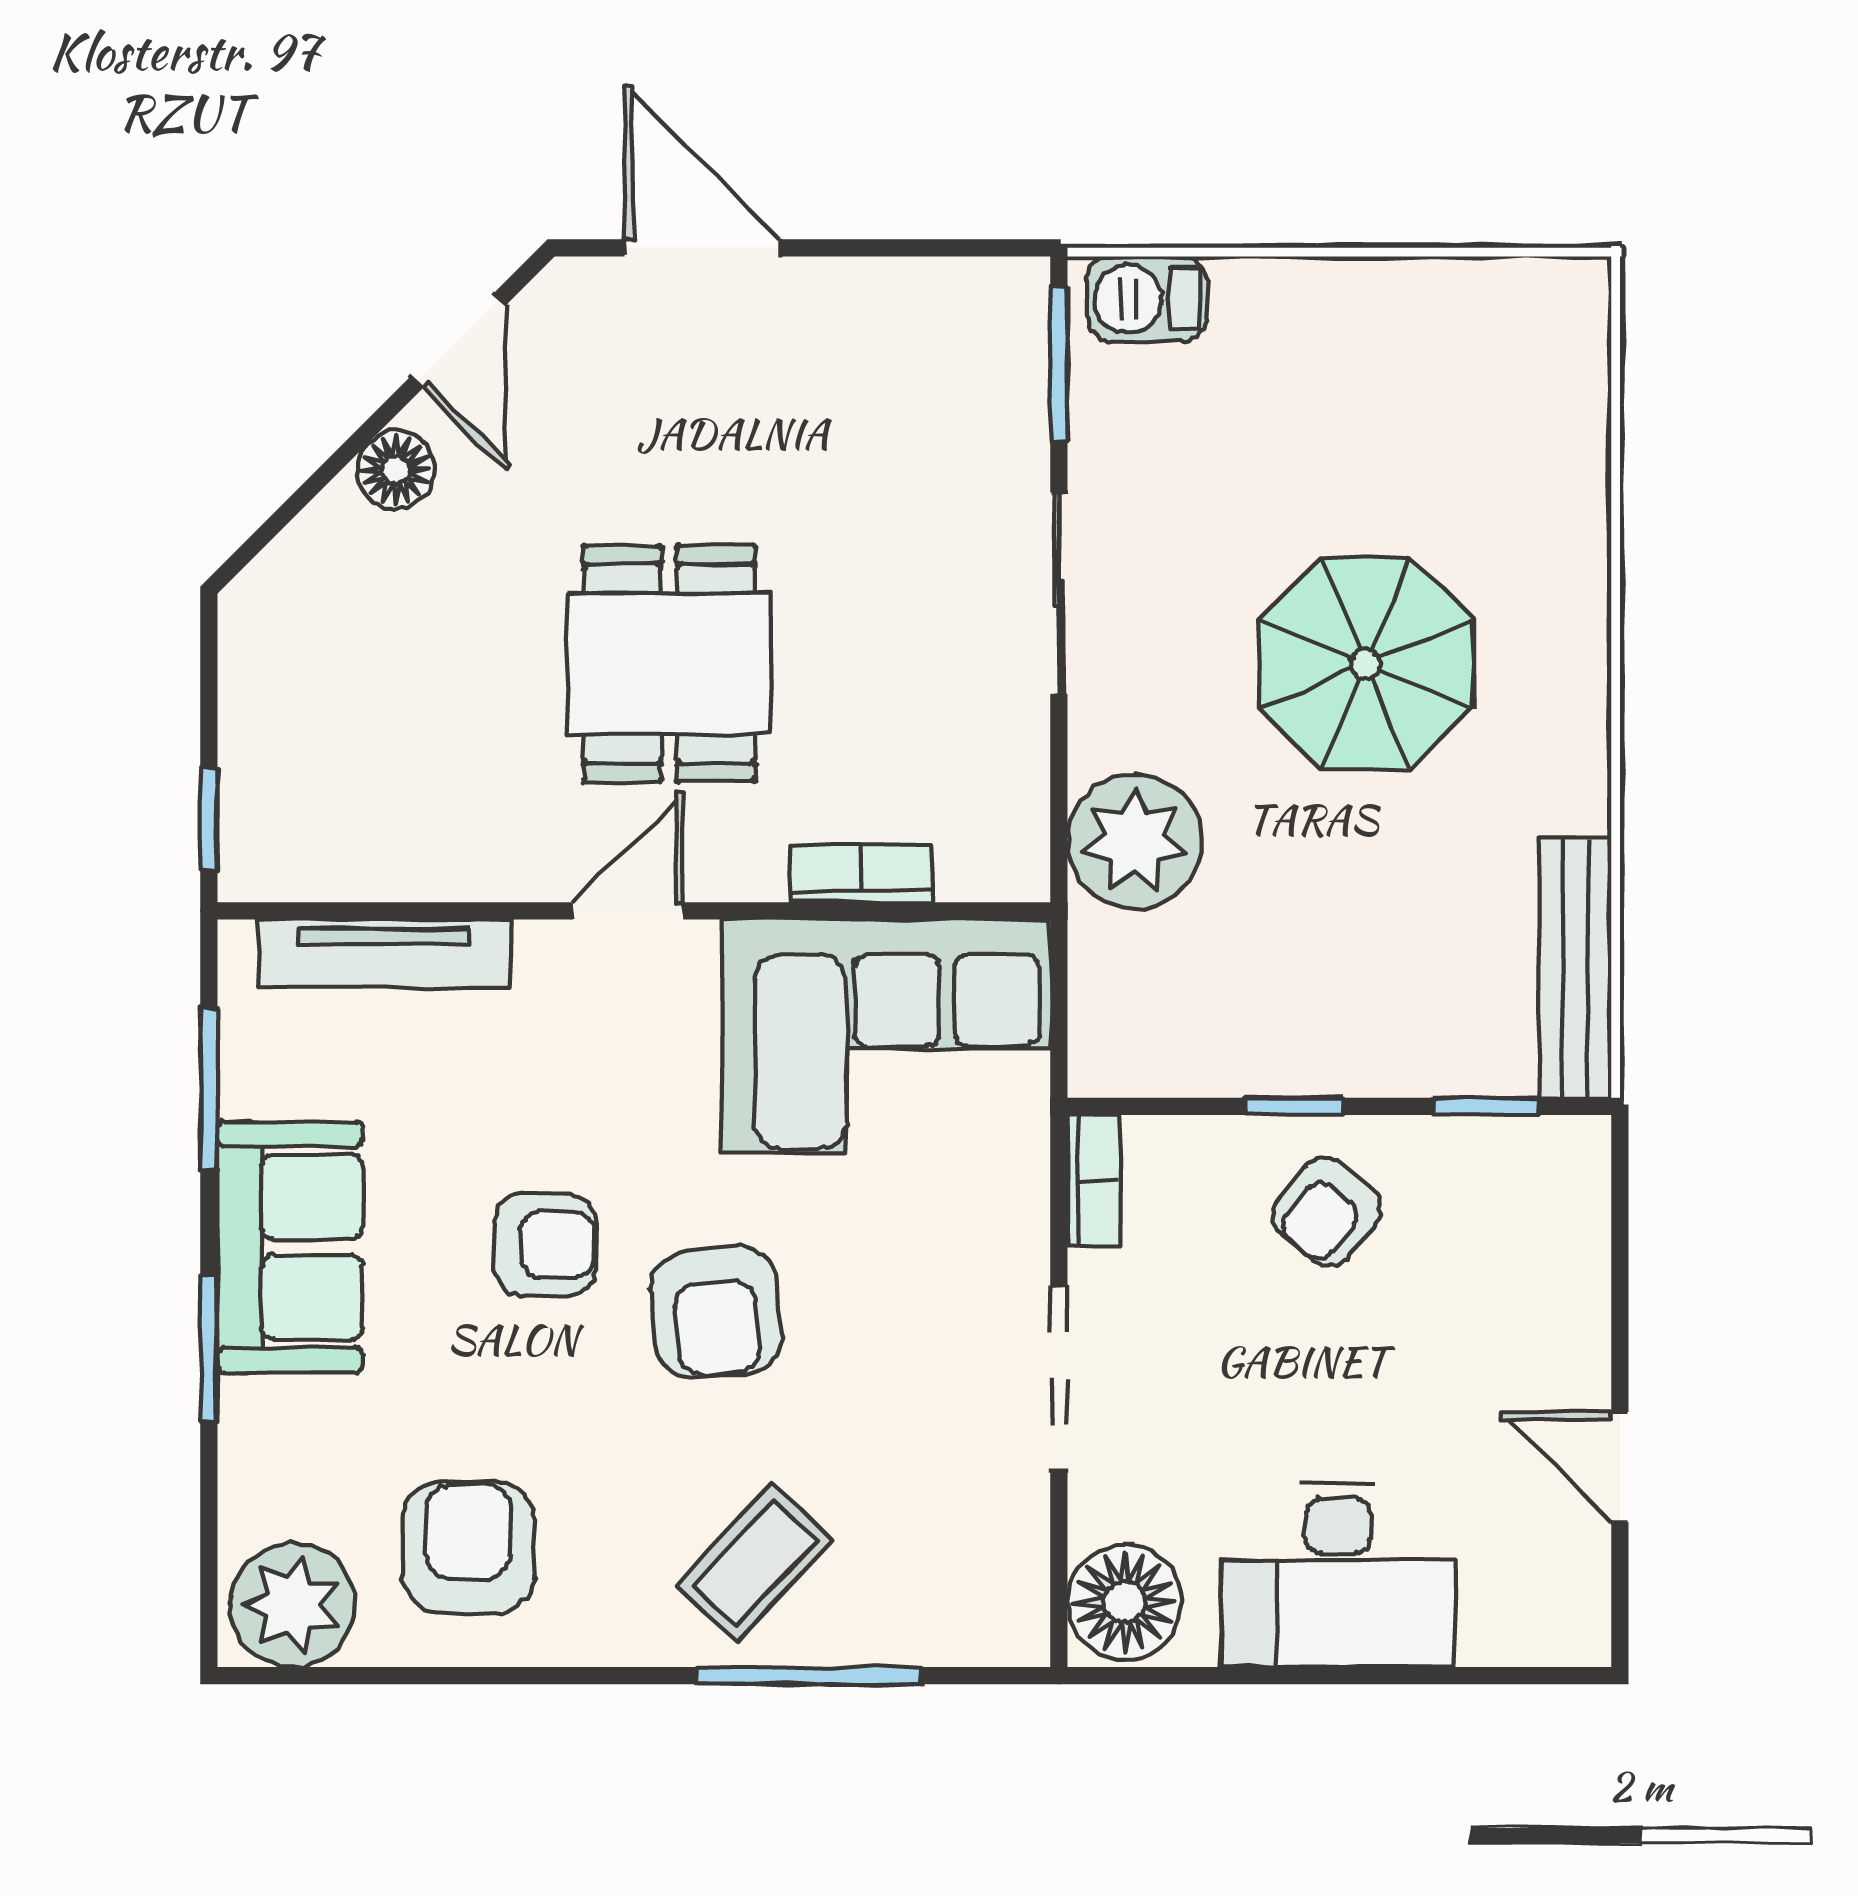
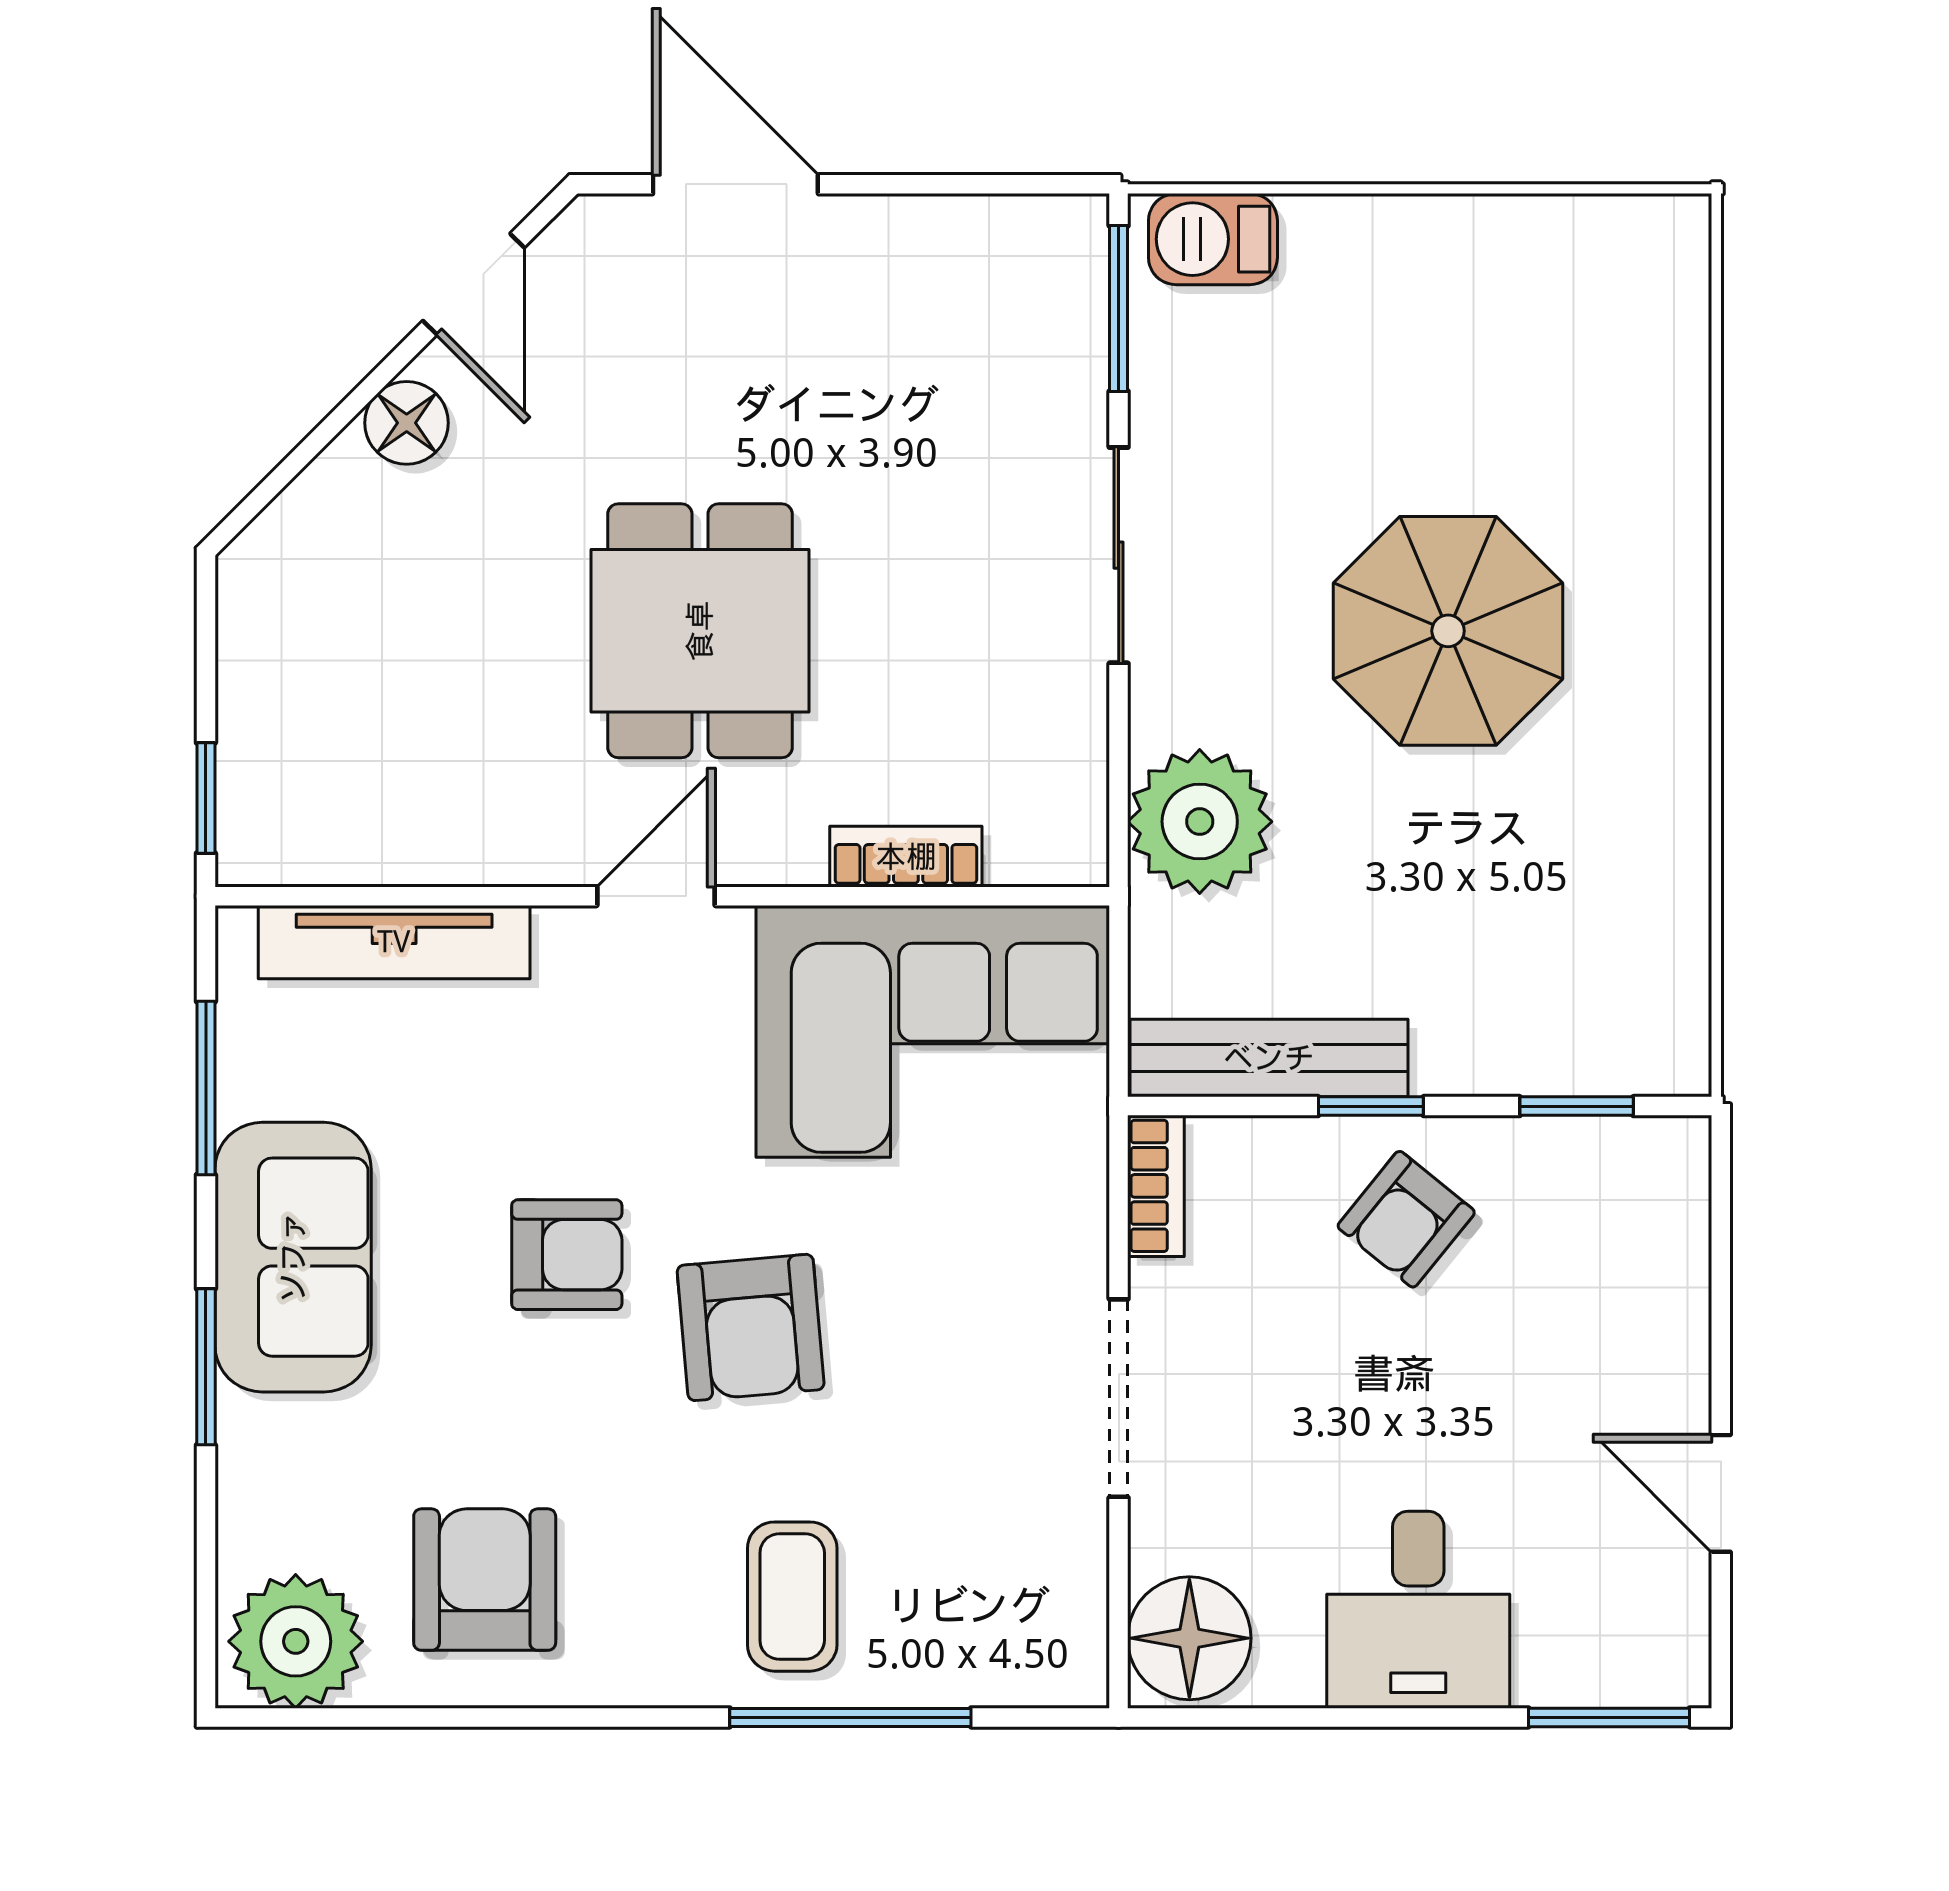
bench: (1575, 968) -> (1269, 1058), moved, turned 90
coffee table: (755, 1563) -> (792, 1597), turned -43
desk: (1338, 1575) -> (1418, 1610), width x0.73
window: (1516, 1676) -> (1609, 1717), added

